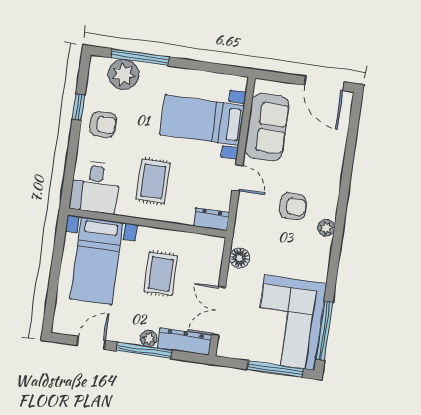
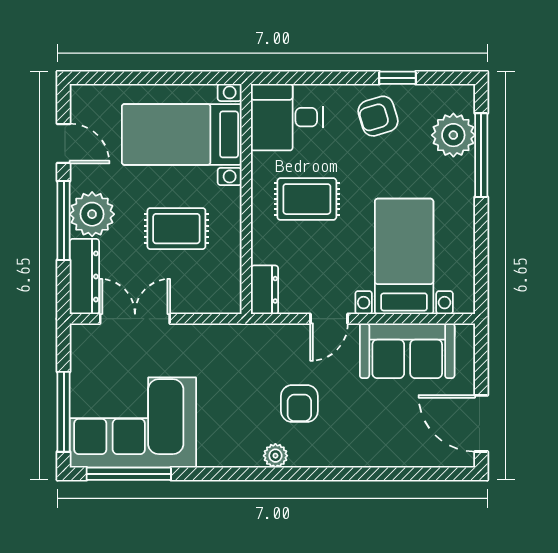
door: (324, 83) -> (481, 423), hinge flipped
armchair: (103, 124) -> (378, 116), turned 73
floor lamp: (239, 258) -> (215, 338), removed
plant: (149, 338) -> (92, 214), width x1.88, depth x1.88

